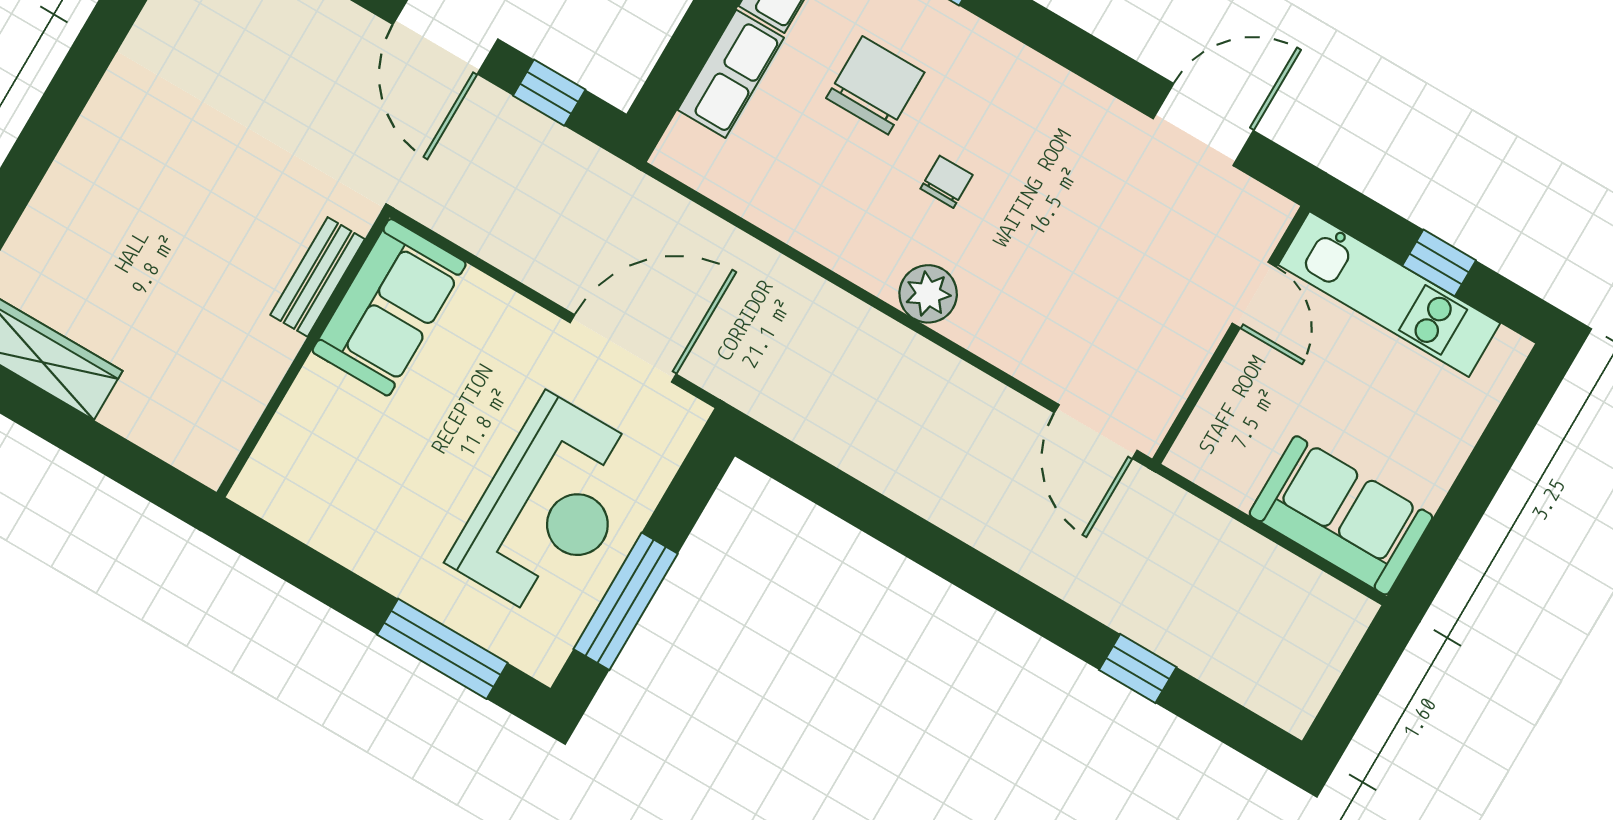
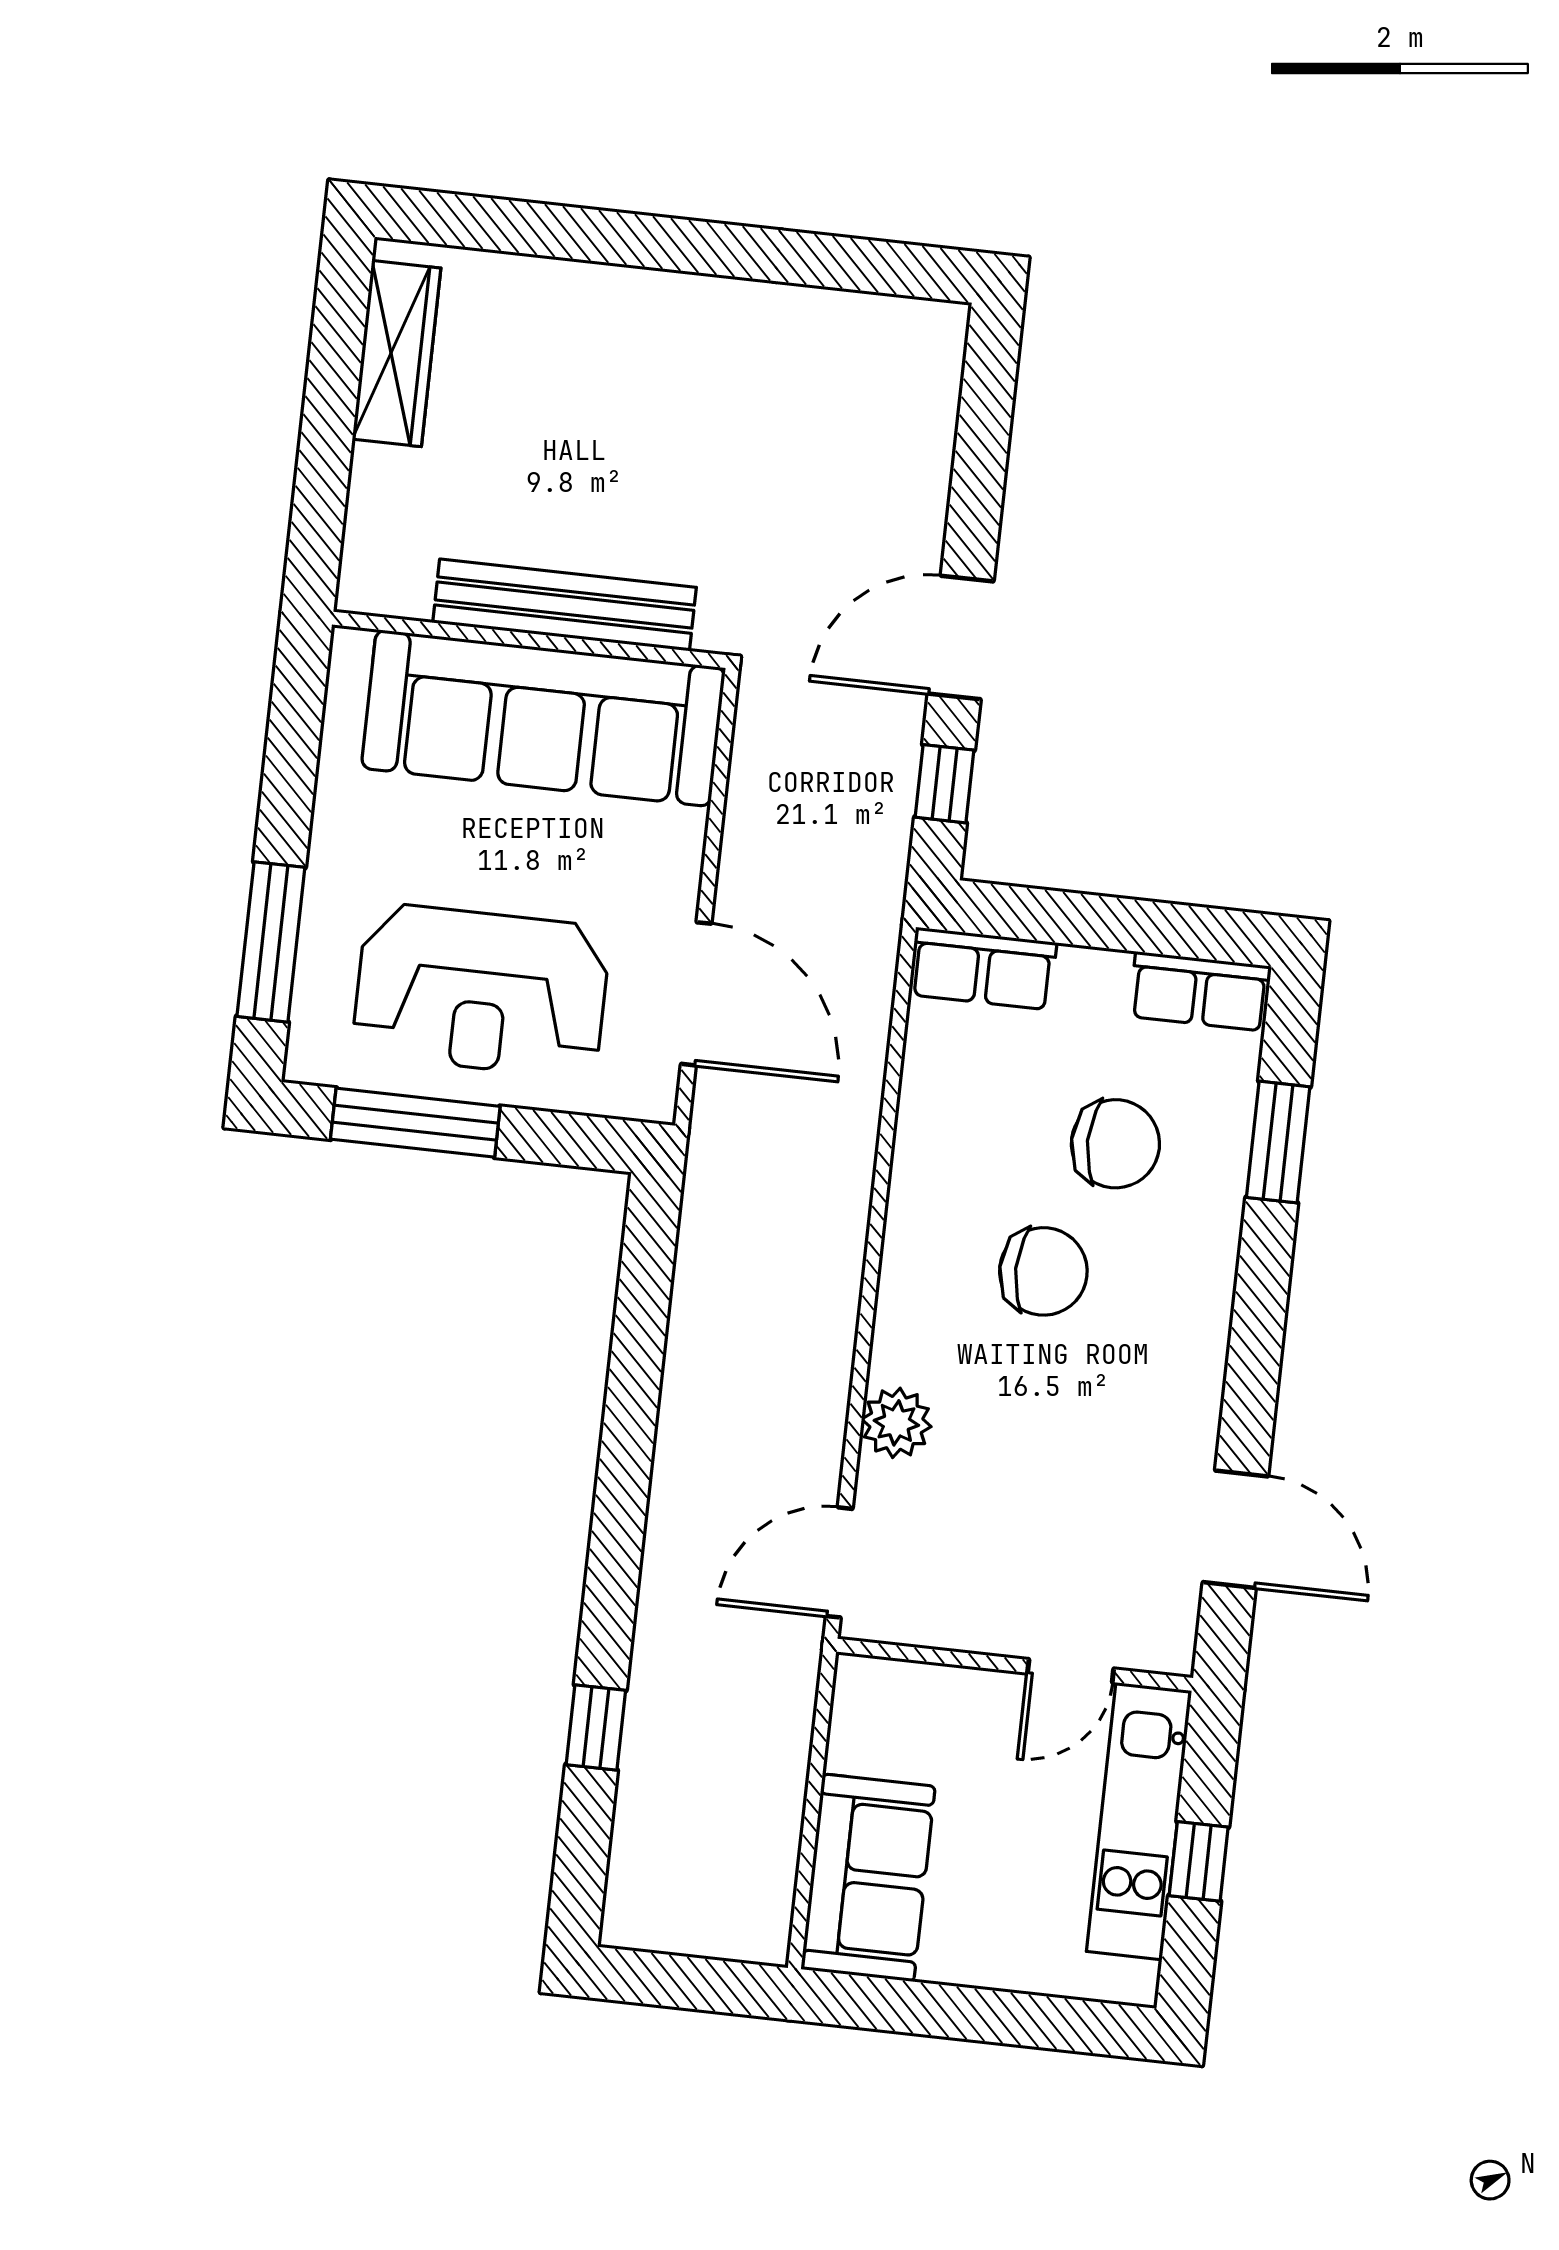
row of seats: (731, 74) -> (983, 969), moved
chair: (947, 182) -> (1043, 1271), width x1.87, depth x1.87
bench: (318, 277) -> (565, 605), width x1.86, depth x1.21
plant: (928, 294) -> (896, 1423), moved
sofa: (389, 307) -> (543, 718), width x1.85, depth x1.27

